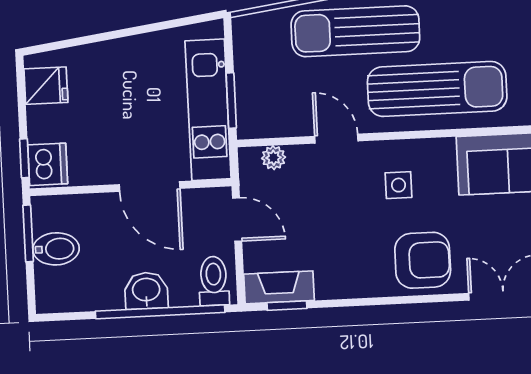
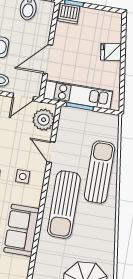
fridge: (46, 86) -> (111, 52), moved, turned 82
door: (336, 139) -> (51, 152), swing flipped
plant: (274, 158) -> (44, 120), width x1.88, depth x1.88

